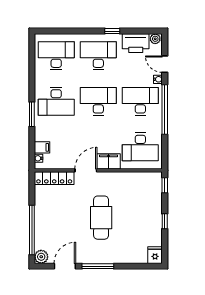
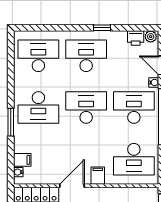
printer: (136, 43) -> (136, 38), width x0.53, depth x0.68
filing cabinet: (108, 161) -> (98, 176), width x0.50

